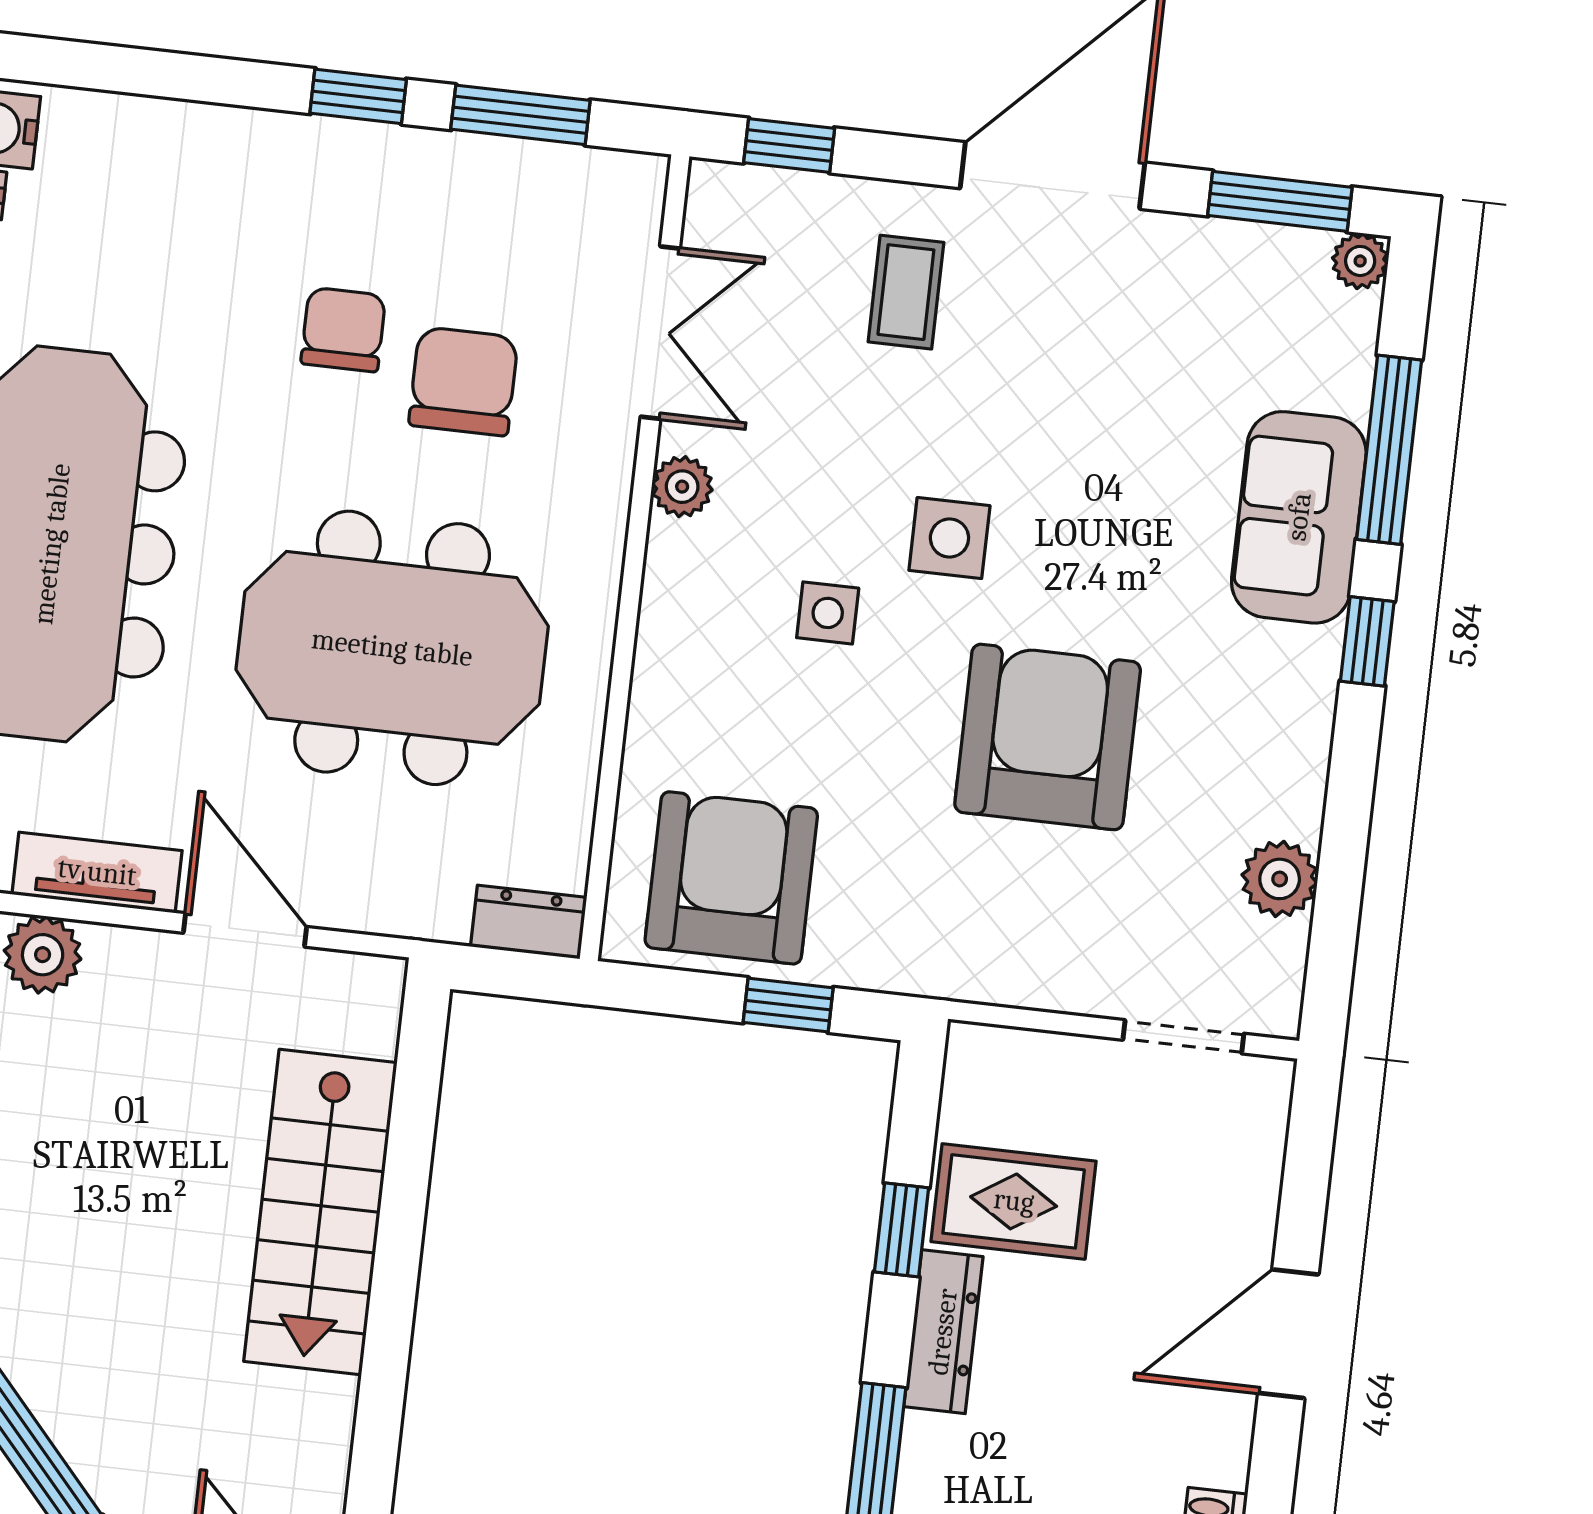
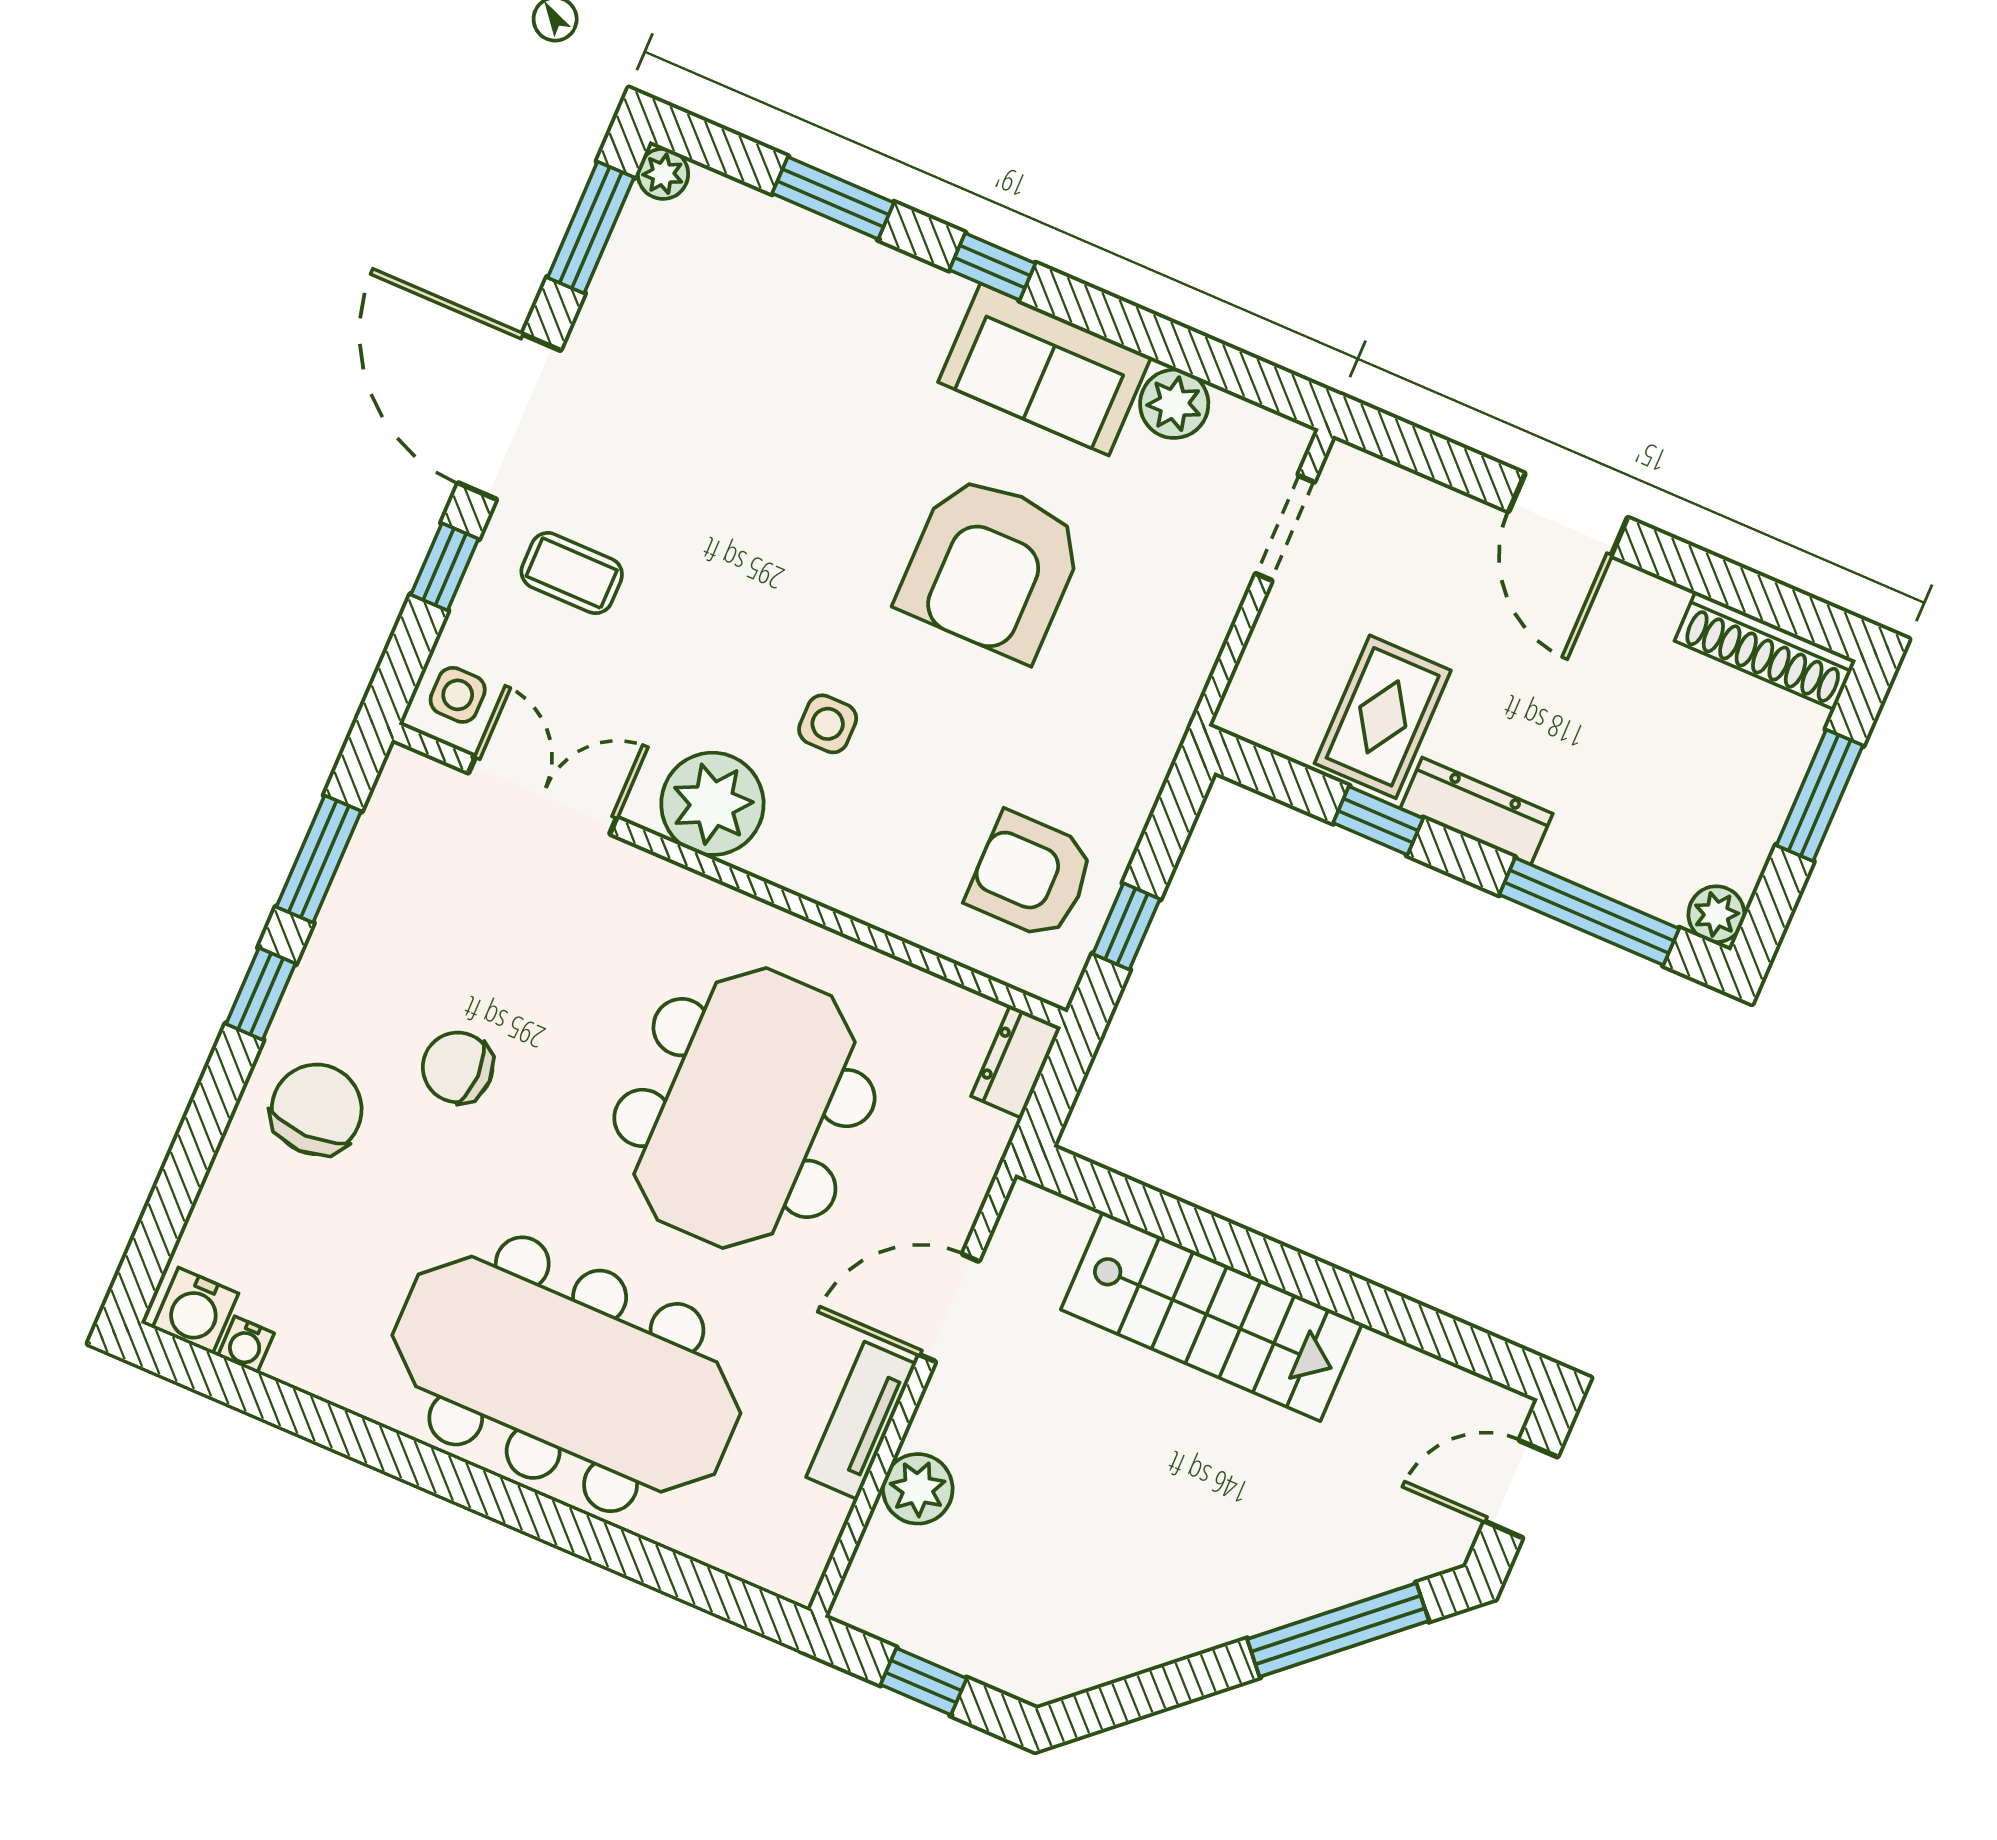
window: (789, 145) -> (445, 567), moved
chair: (463, 381) -> (317, 1109), moved, turned 90
window: (1389, 450) -> (833, 198), width x0.69
plant: (682, 487) -> (712, 804), width x1.88, depth x1.88
sofa: (1299, 517) -> (1045, 369), moved
side table: (949, 538) -> (458, 695), moved, width x0.73, depth x0.73
armchair: (1048, 737) -> (992, 567), turned -90
armchair: (731, 878) -> (1031, 876), width x0.73, depth x0.73
window: (788, 1005) -> (1126, 926), moved

